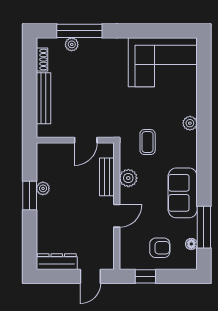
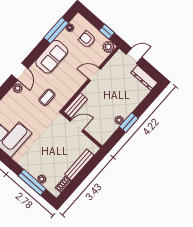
door: (204, 144) -> (20, 72), added
bench: (107, 177) -> (76, 105), moved
plant: (128, 178) -> (108, 47), moved

